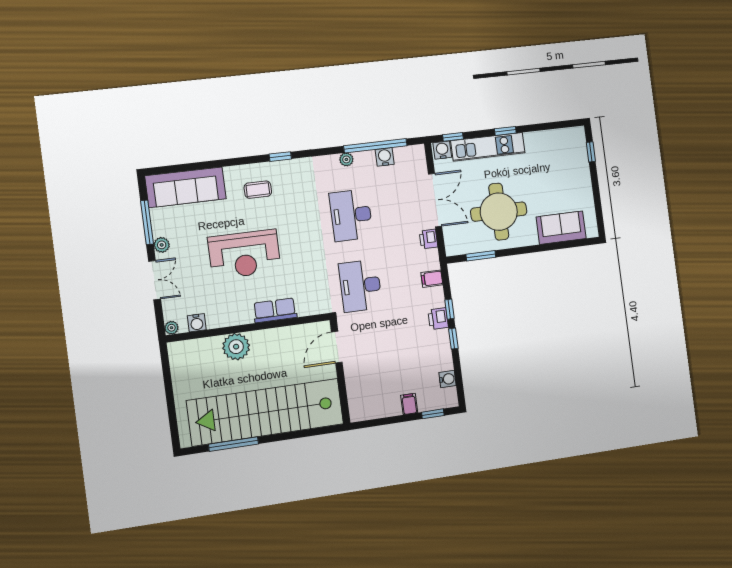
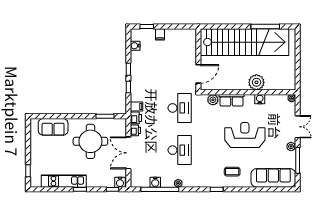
kitchen unit: (488, 147) -> (64, 181), moved
double door: (155, 280) -> (298, 127), swing flipped
plant: (307, 307) -> (213, 100), added
printer: (438, 319) -> (136, 118), moved
water cooler: (197, 323) -> (260, 99), moved

